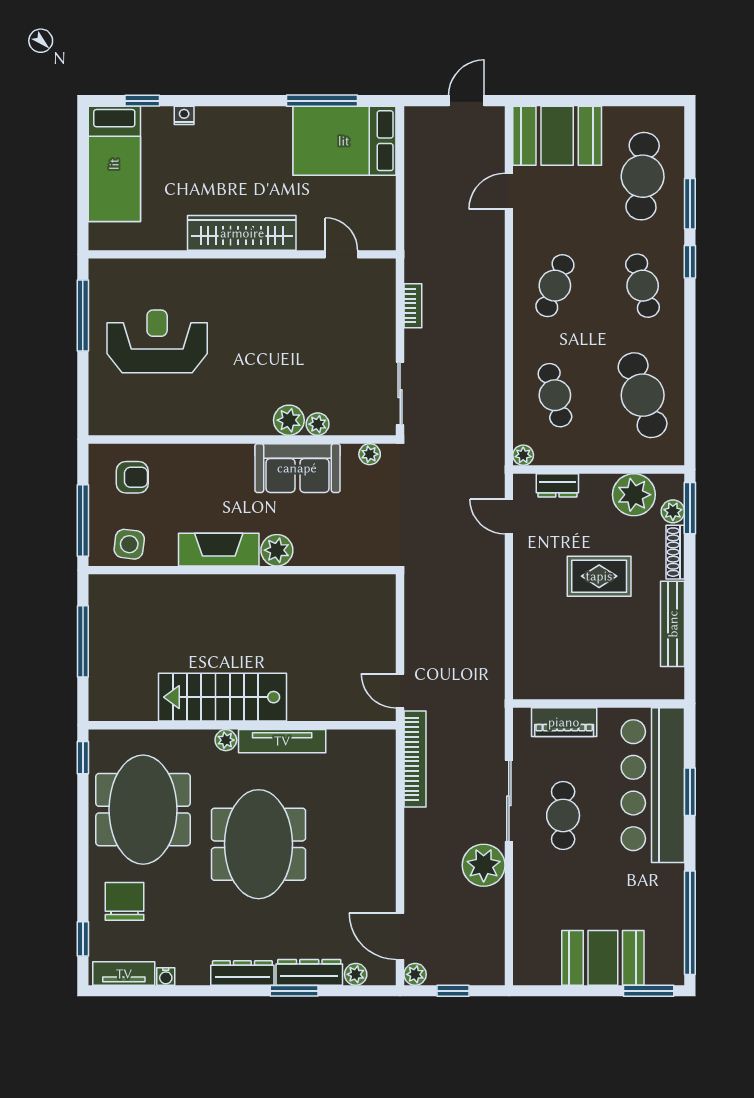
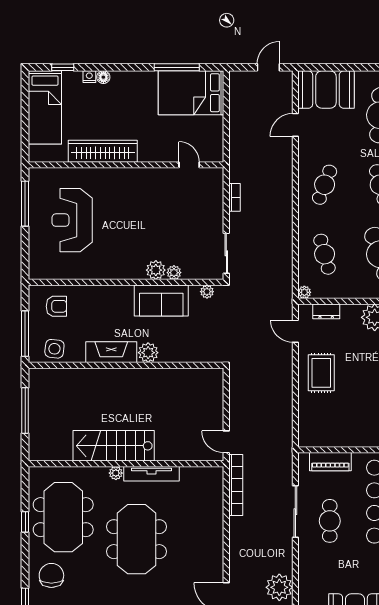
floor lamp: (206, 116) -> (103, 77), added
wardrobe: (242, 233) -> (103, 151), moved
reception desk: (157, 341) -> (72, 220), turned -90
rug: (599, 576) -> (321, 373), moved, turned 90
window: (83, 758) -> (25, 522), moved
plant: (484, 865) -> (279, 587), moved

